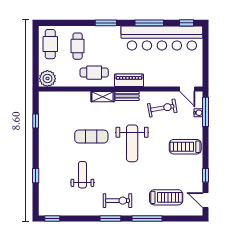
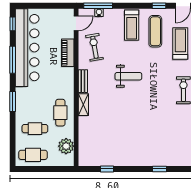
plant: (47, 78) -> (66, 146), moved
piano: (129, 80) -> (68, 53), moved
exercise mat: (91, 137) -> (155, 31), moved
weight bench: (132, 143) -> (128, 76), width x0.73, depth x0.75
weight bench: (82, 175) -> (159, 124), removed

